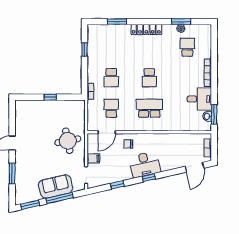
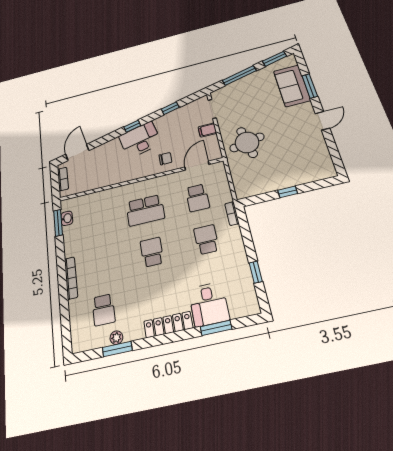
desk: (199, 99) -> (209, 304), moved, turned -90
sofa: (56, 186) -> (292, 86), moved, turned 103

